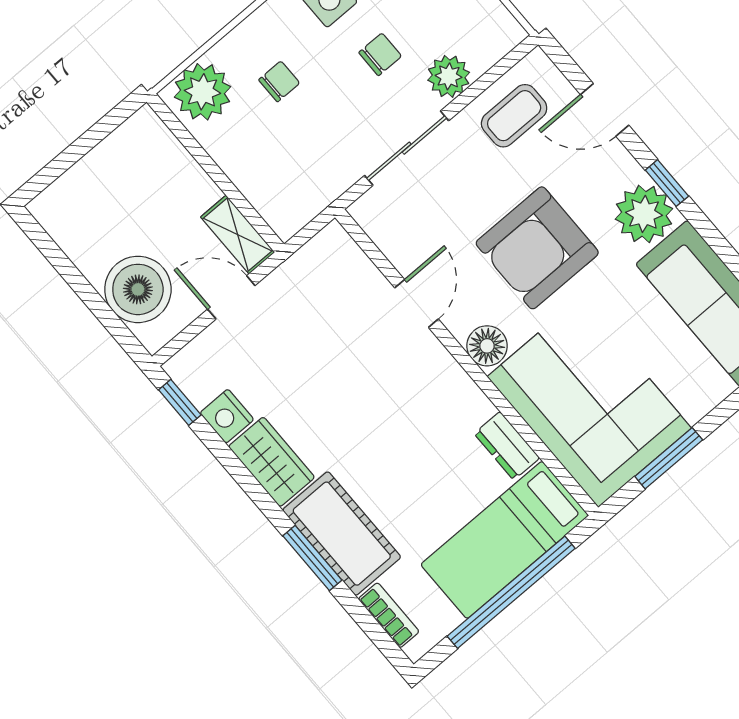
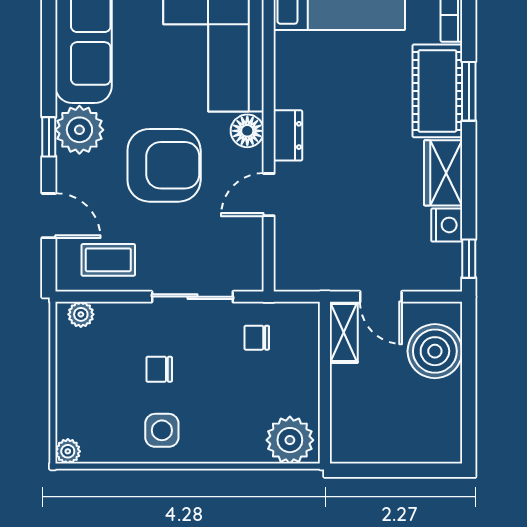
plant: (449, 76) -> (81, 314), moved, width x0.73, depth x0.73
chair: (279, 81) -> (257, 338), moved
dresser: (507, 446) -> (288, 135), moved

